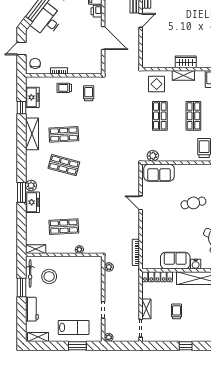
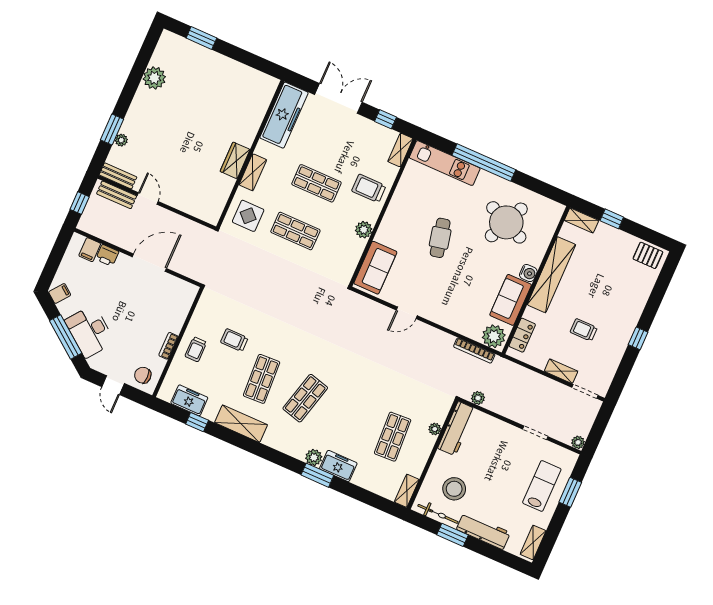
trolley: (89, 93) -> (234, 340), moved
plant: (153, 156) -> (364, 230), moved
plant: (149, 260) -> (494, 336), added
workbench: (85, 262) -> (457, 429), added
locker: (157, 277) -> (522, 335), width x0.66
workbench: (32, 309) -> (483, 531), width x1.38

